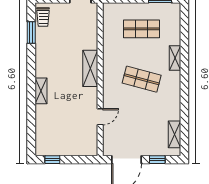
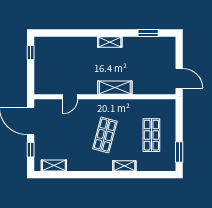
trolley: (43, 17) -> (162, 44), removed
shelving: (41, 91) -> (110, 42), moved
door: (100, 117) -> (70, 97), hinge flipped

